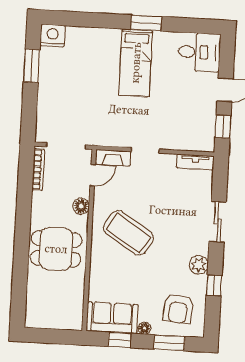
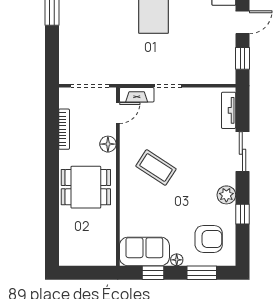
tv unit: (195, 162) -> (229, 110), moved, turned 90
bookcase: (38, 170) -> (64, 129), moved
coffee table: (129, 233) -> (156, 167), width x0.73, depth x0.76
armchair: (178, 309) -> (209, 239), turned -95

